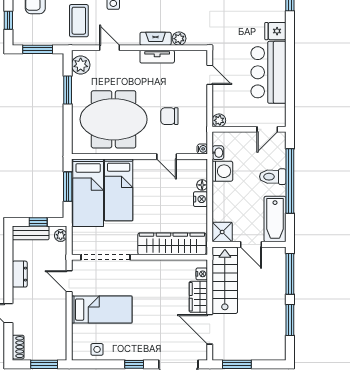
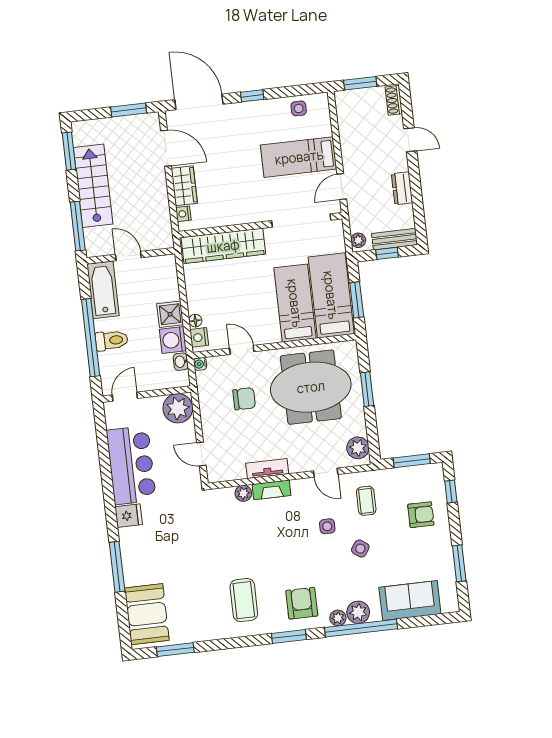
coffee table: (79, 21) -> (366, 501), width x0.73, depth x0.77
window: (68, 90) -> (367, 389), moved
plant: (219, 120) -> (178, 408), width x1.88, depth x1.88
nightstand: (201, 199) -> (199, 337), moved
shower: (222, 232) -> (170, 314), moved
stairs: (225, 280) -> (93, 186), moved, turned 180
door: (69, 281) -> (342, 187), swing flipped
window: (290, 320) -> (69, 151), moved

